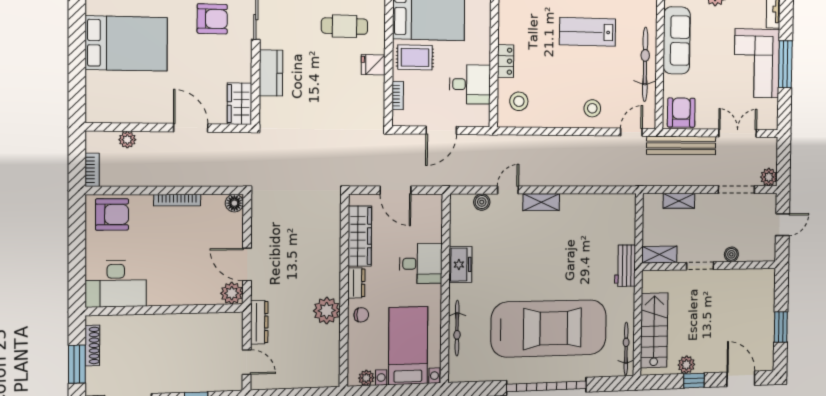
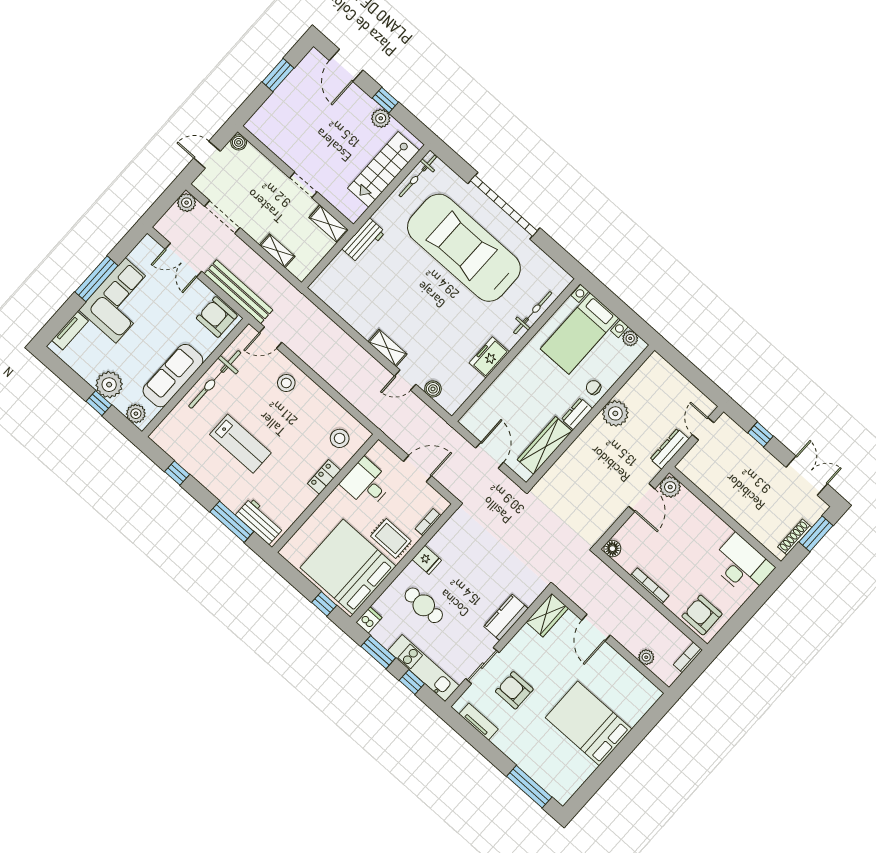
armchair: (681, 113) -> (217, 317), turned 90
boiler: (731, 254) -> (239, 142), moved
desk: (421, 264) -> (518, 385), removed

